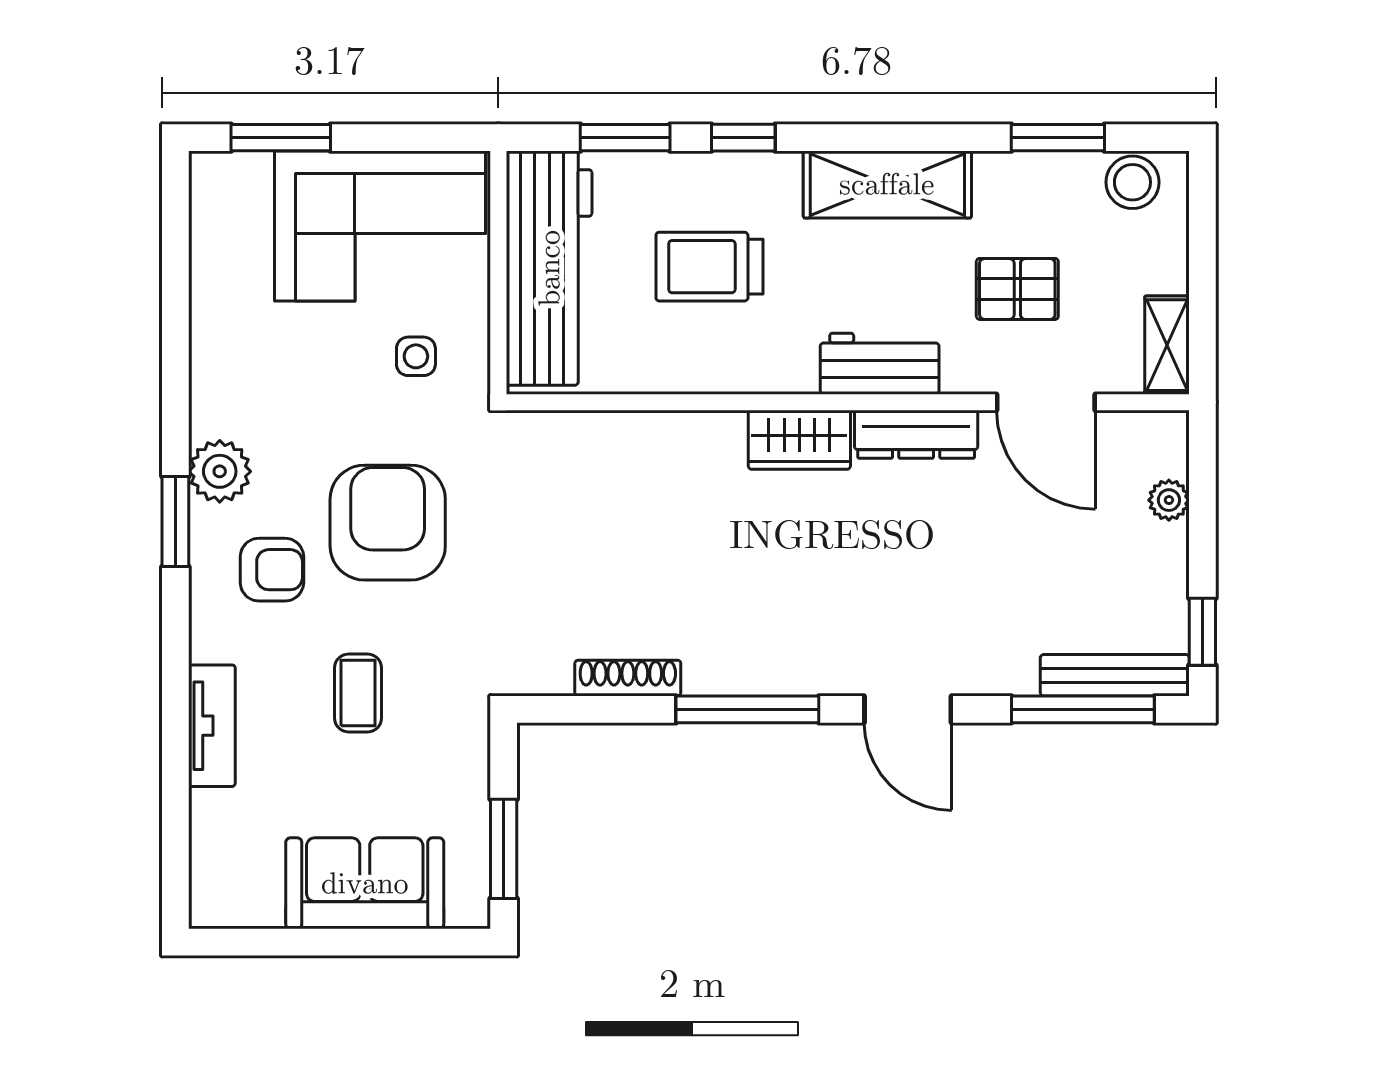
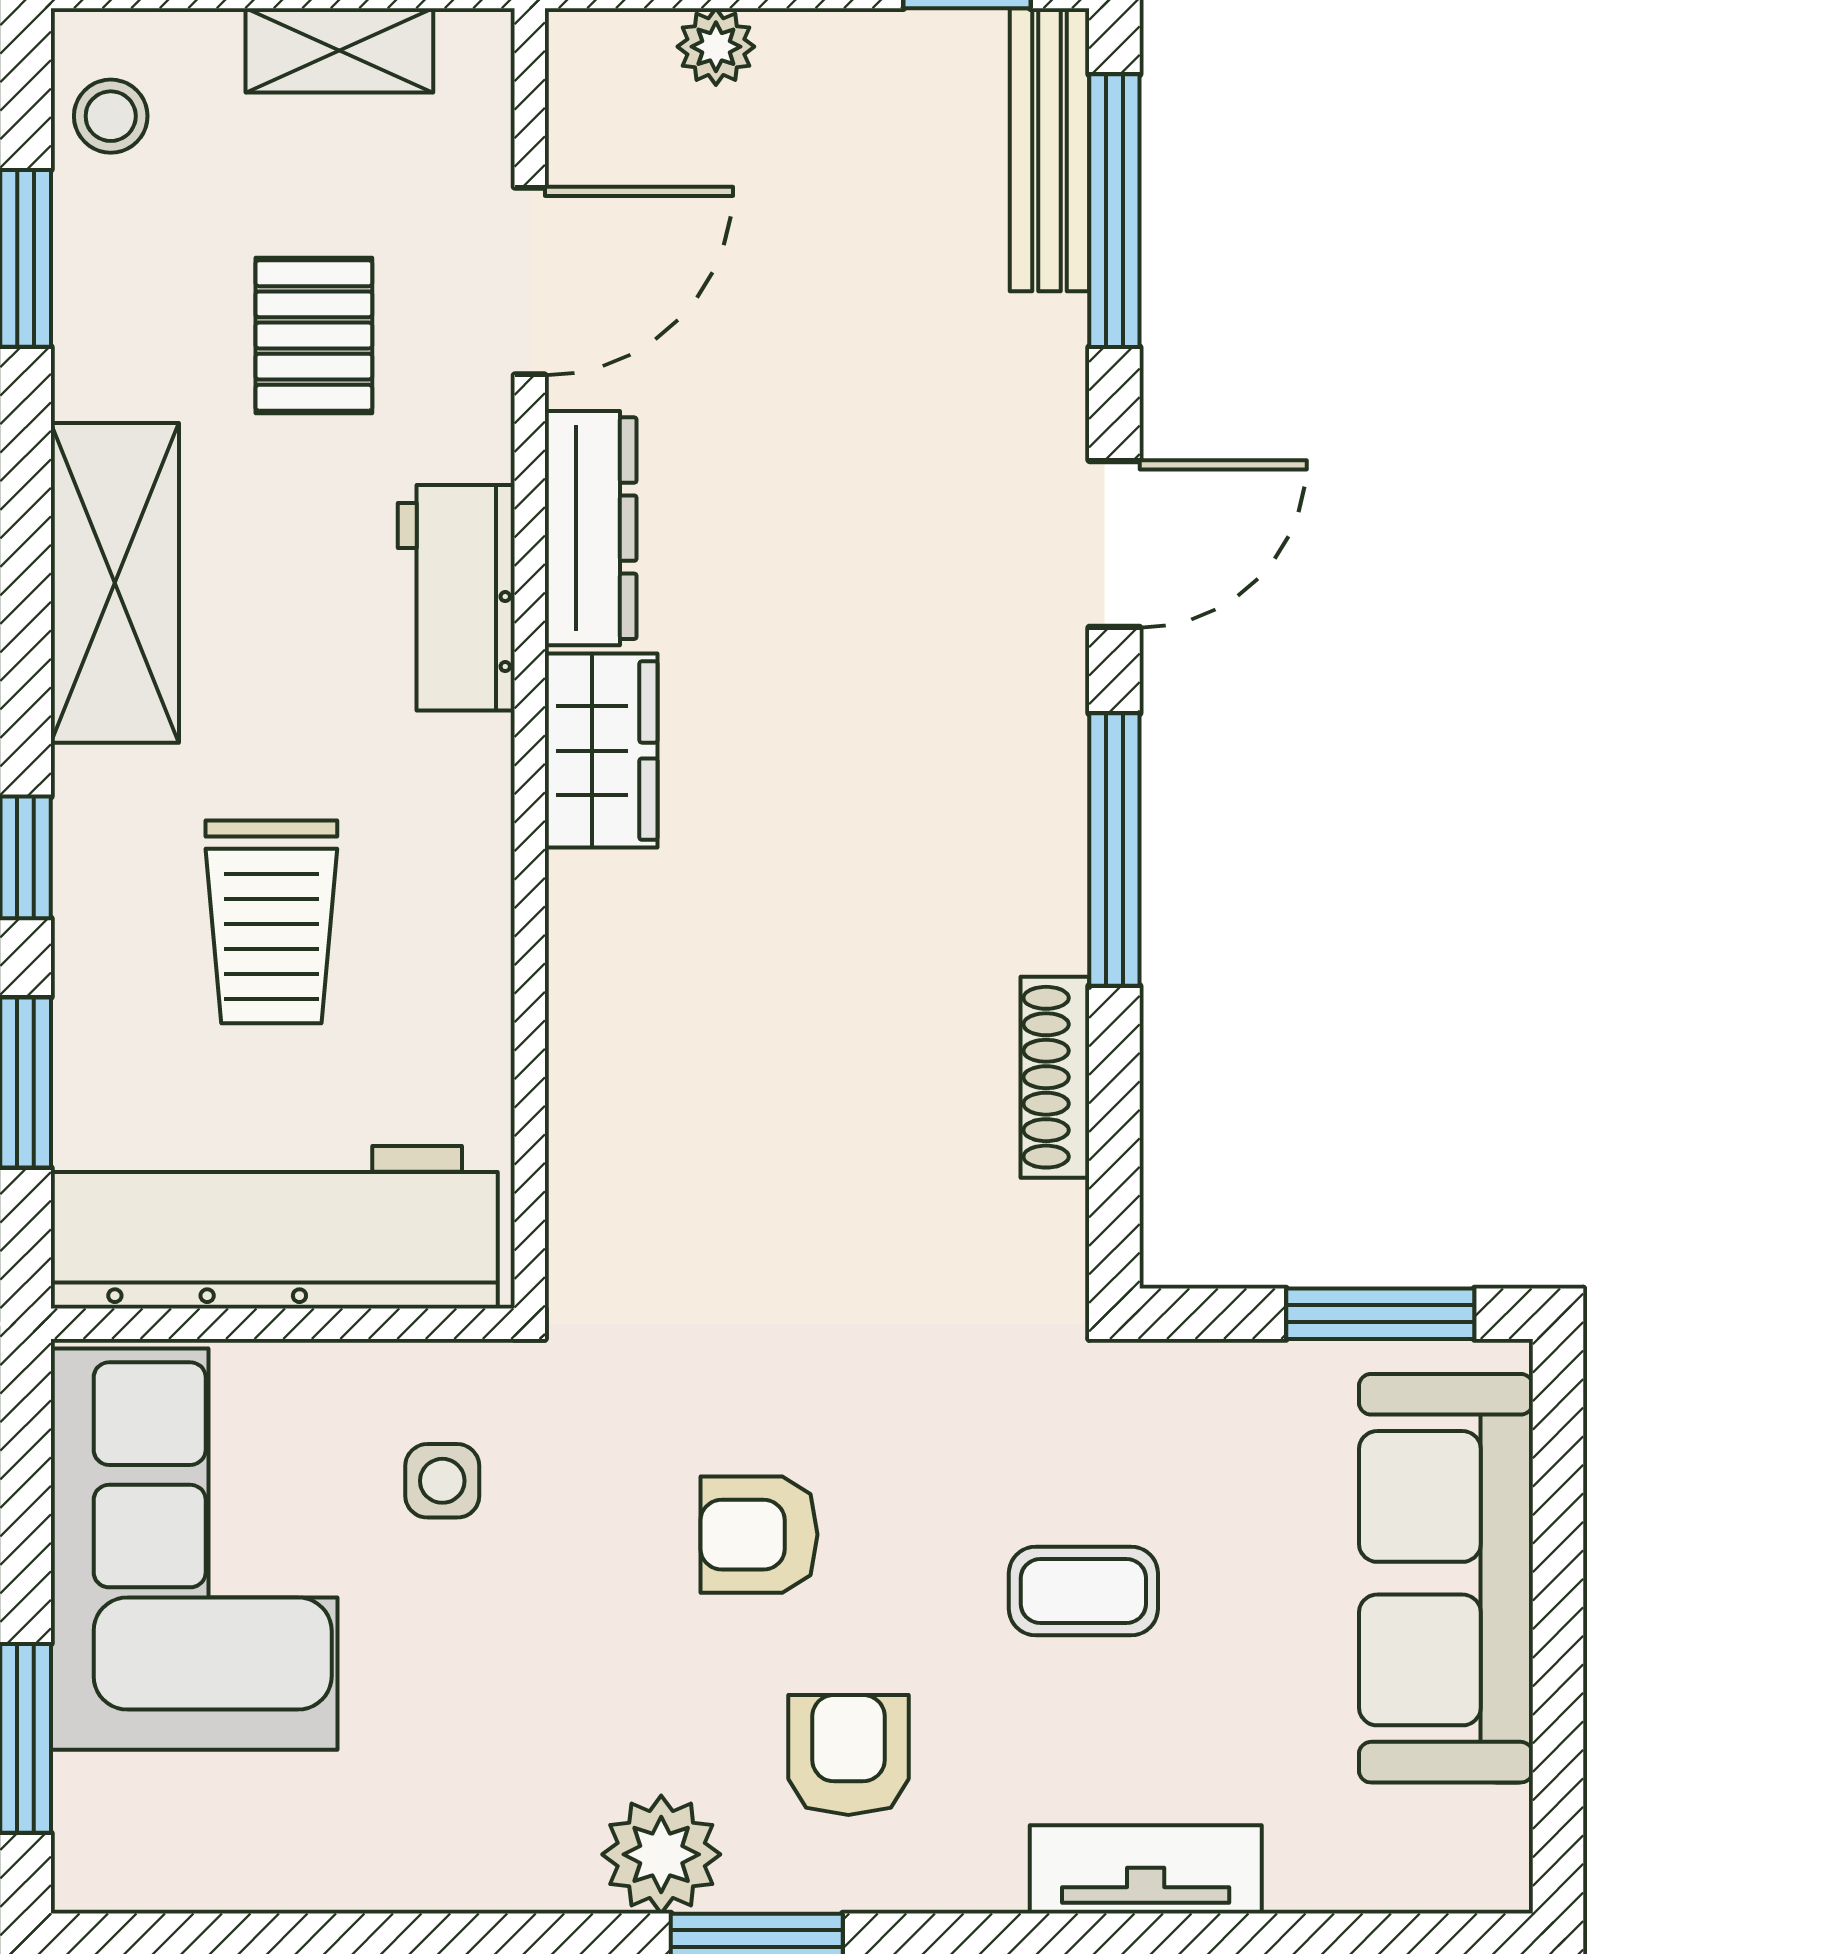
stool: (1132, 182) -> (111, 116), width x0.73, depth x0.73
shelving: (1167, 345) -> (339, 50), moved
armchair: (388, 523) -> (759, 1535), width x0.53, depth x0.53
sofa: (365, 883) -> (1446, 1578), width x1.36

